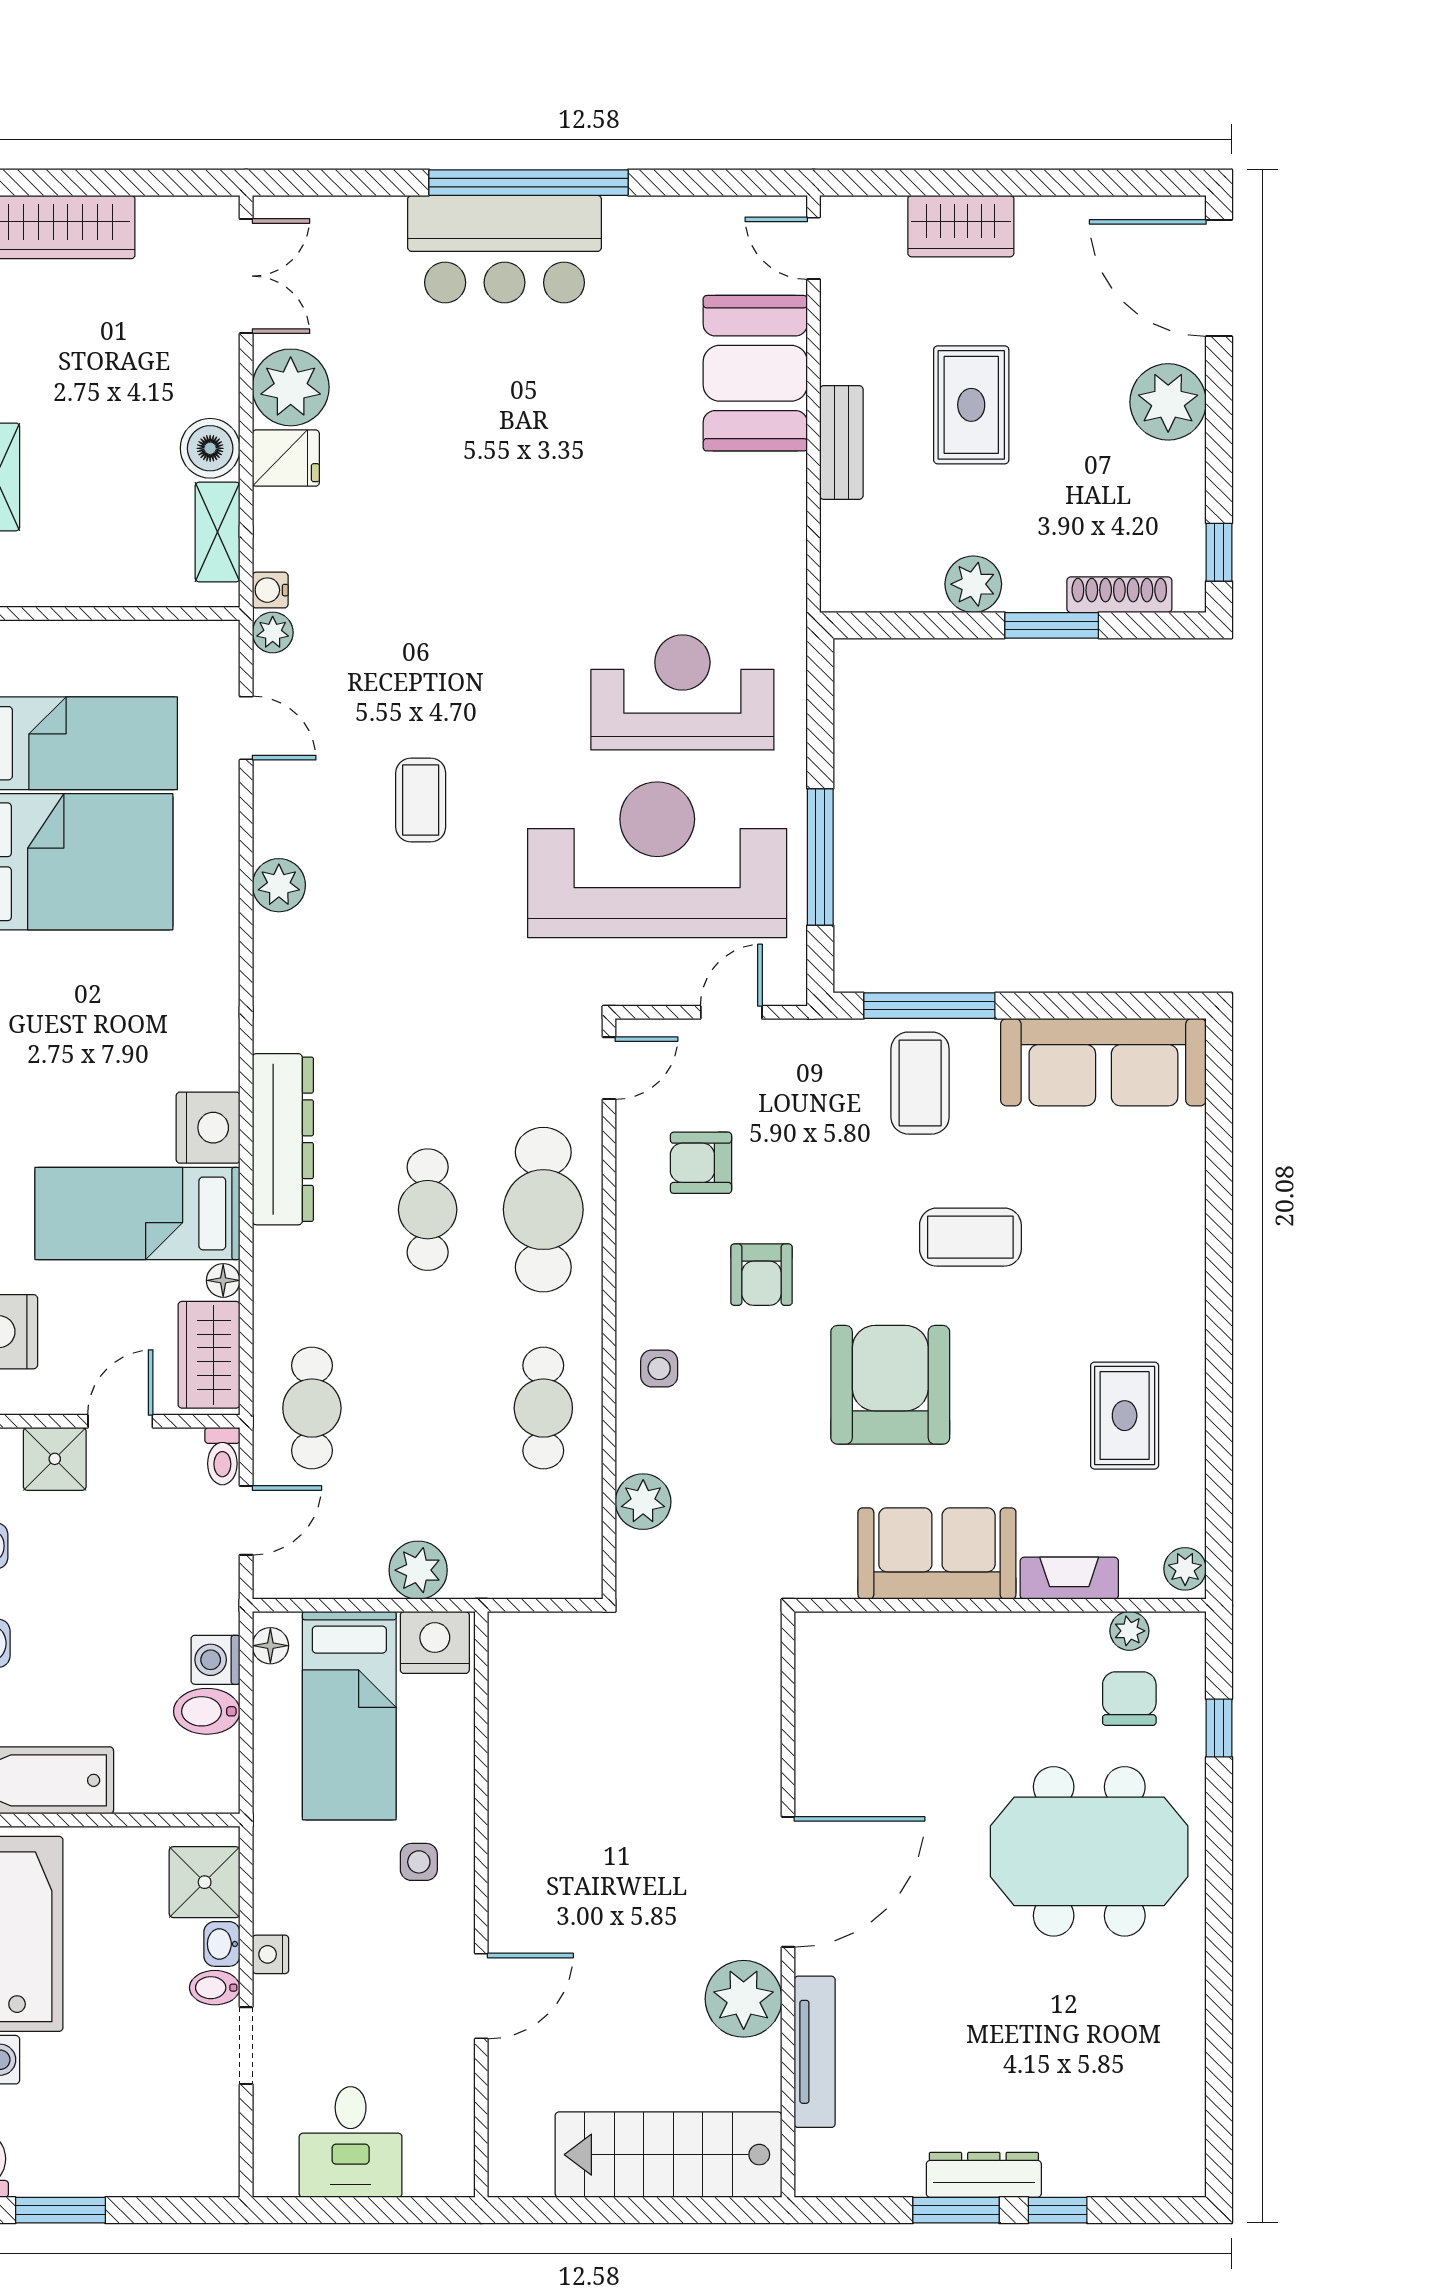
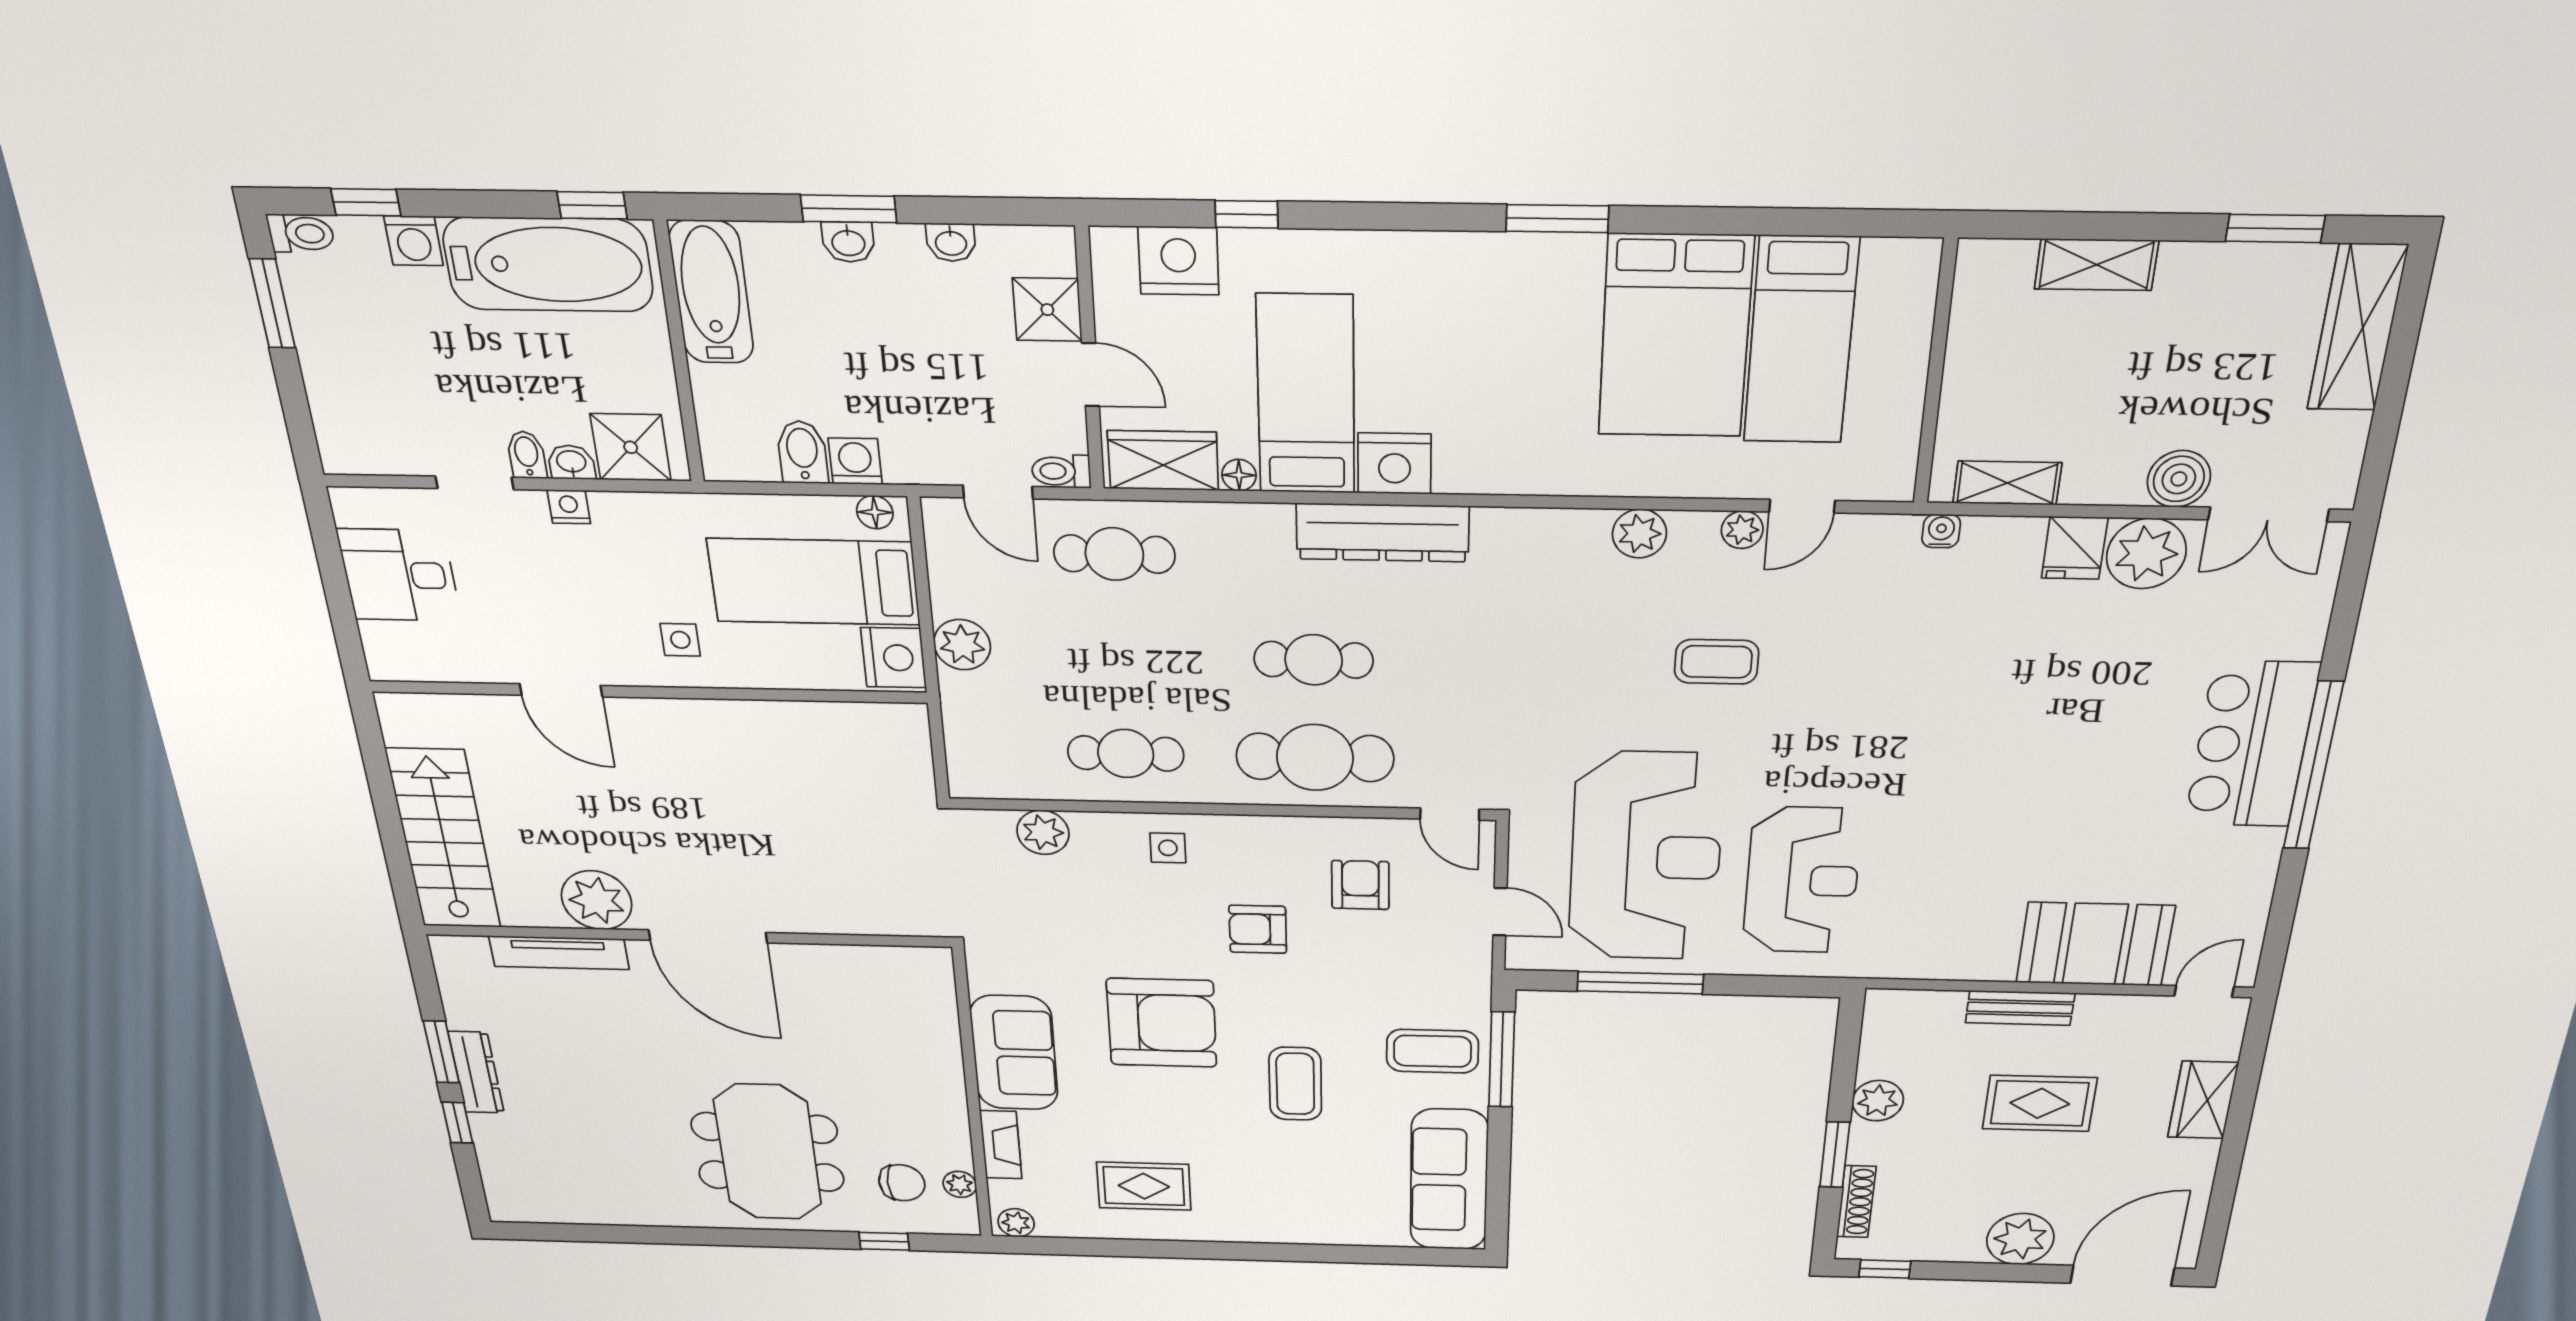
boiler: (210, 448) -> (2179, 479), moved
plant: (273, 632) -> (1742, 530), moved

